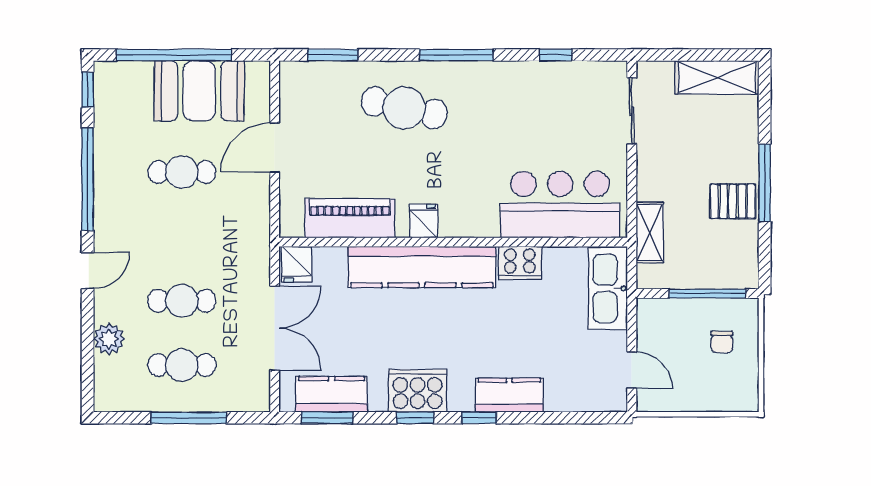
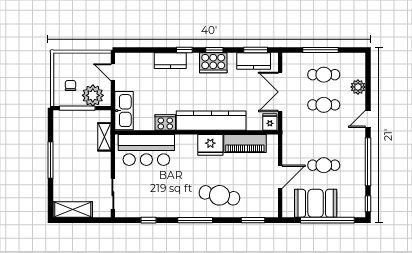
pallet: (733, 201) -> (65, 151), removed
fridge: (424, 221) -> (210, 145), width x1.88, depth x1.34
plant: (674, 321) -> (93, 95), added

